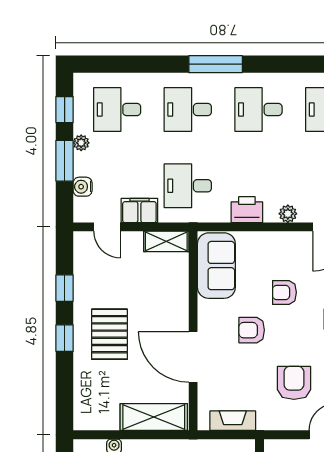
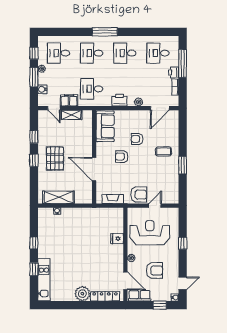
shelving: (166, 241) -> (71, 115), moved
armchair: (294, 383) -> (139, 195), moved, turned 90
shelving: (154, 417) -> (59, 197), moved

